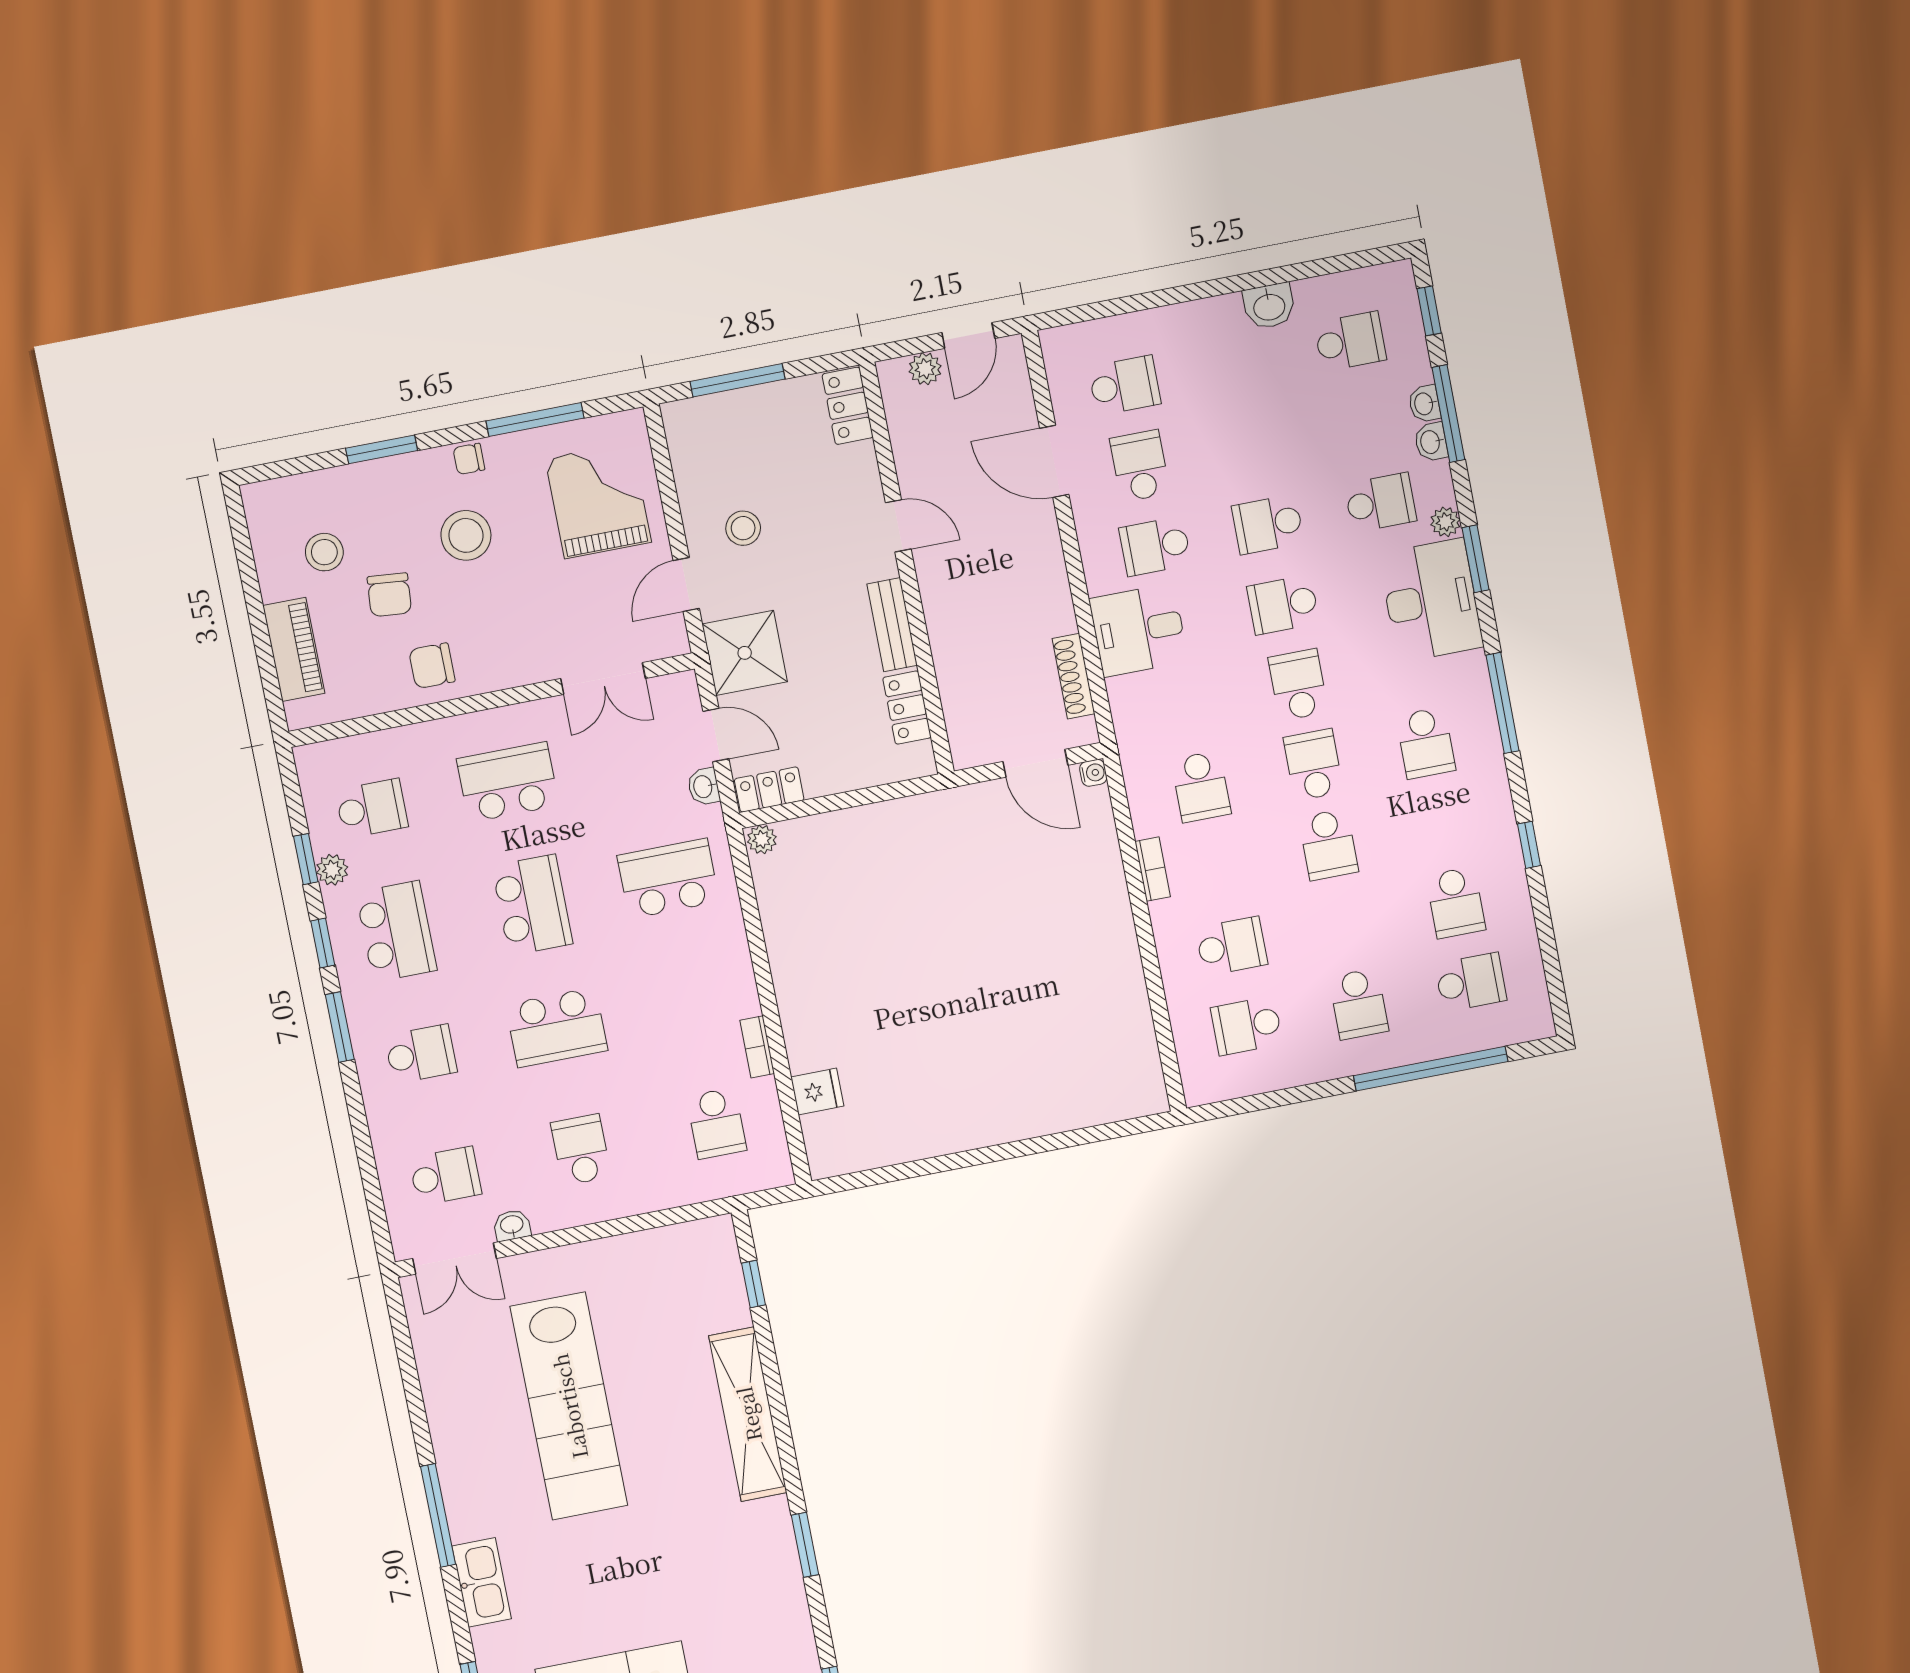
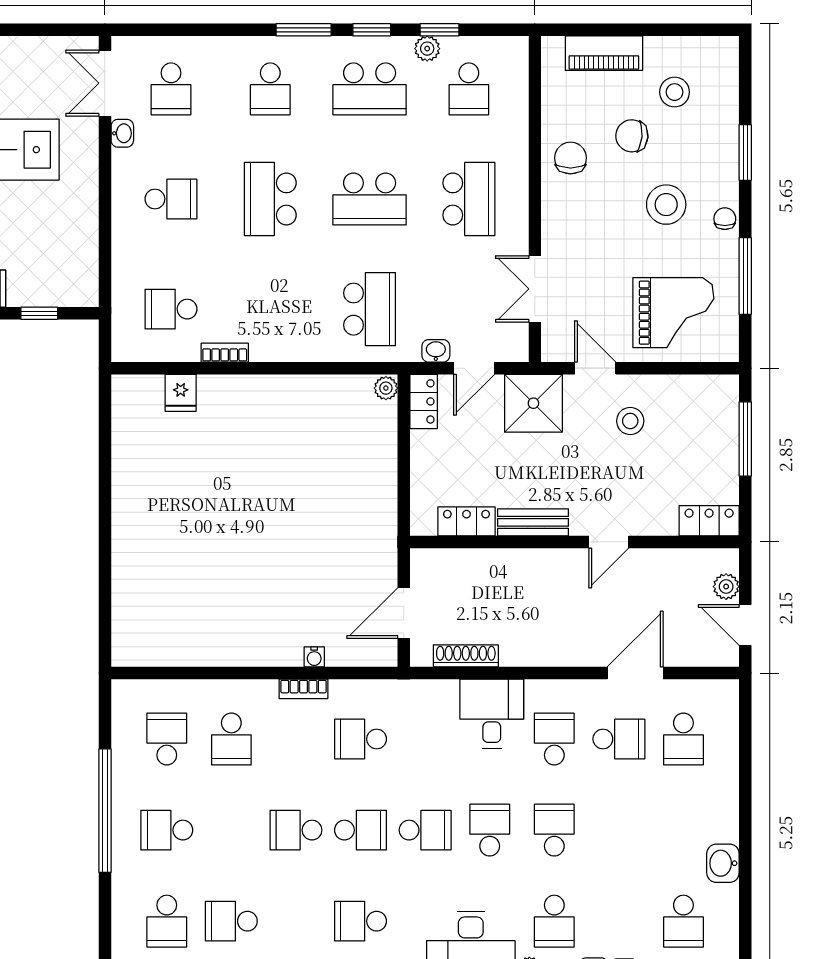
water cooler: (1093, 773) -> (314, 657), moved
window: (1431, 1069) -> (105, 811), moved

